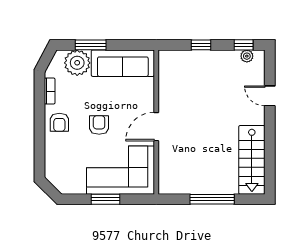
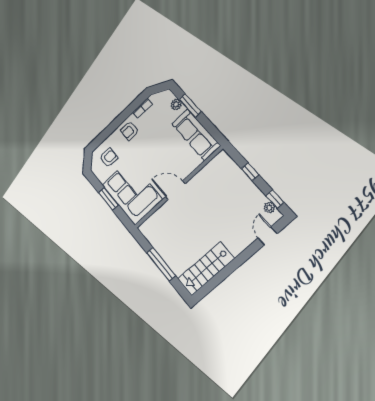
plant: (77, 63) -> (176, 105), width x0.53, depth x0.53
door: (270, 96) -> (267, 236), moved
armchair: (99, 125) -> (109, 158), moved

